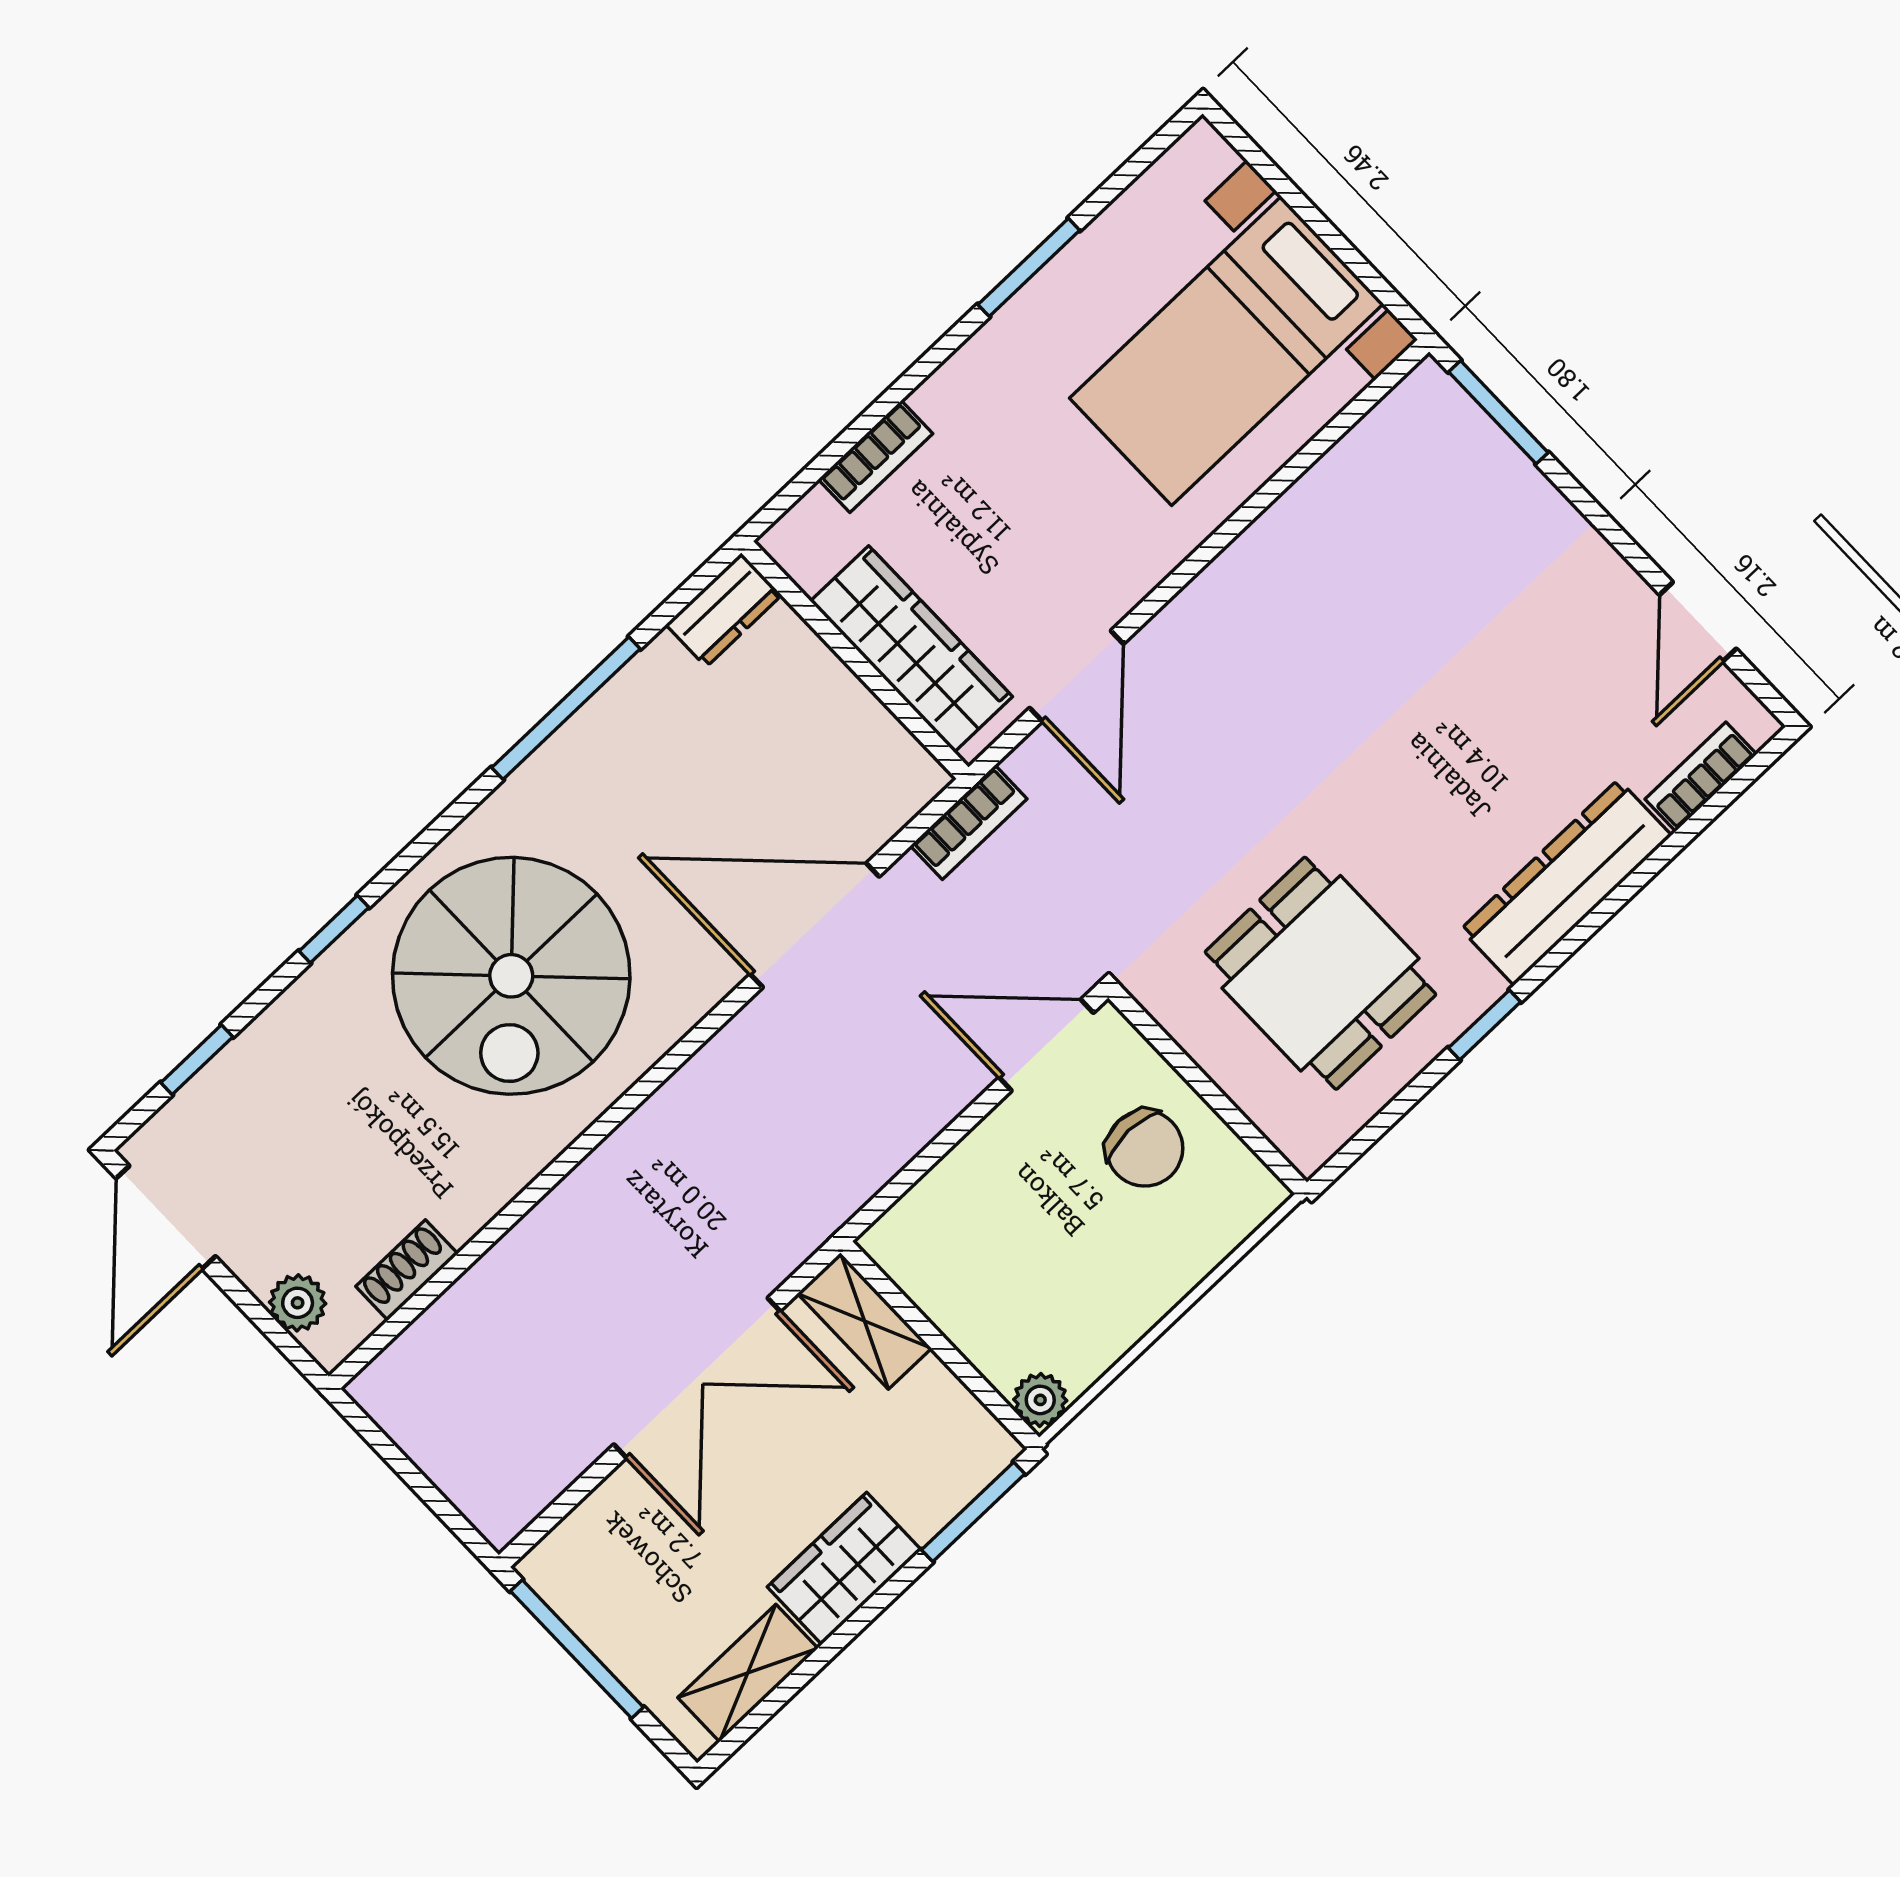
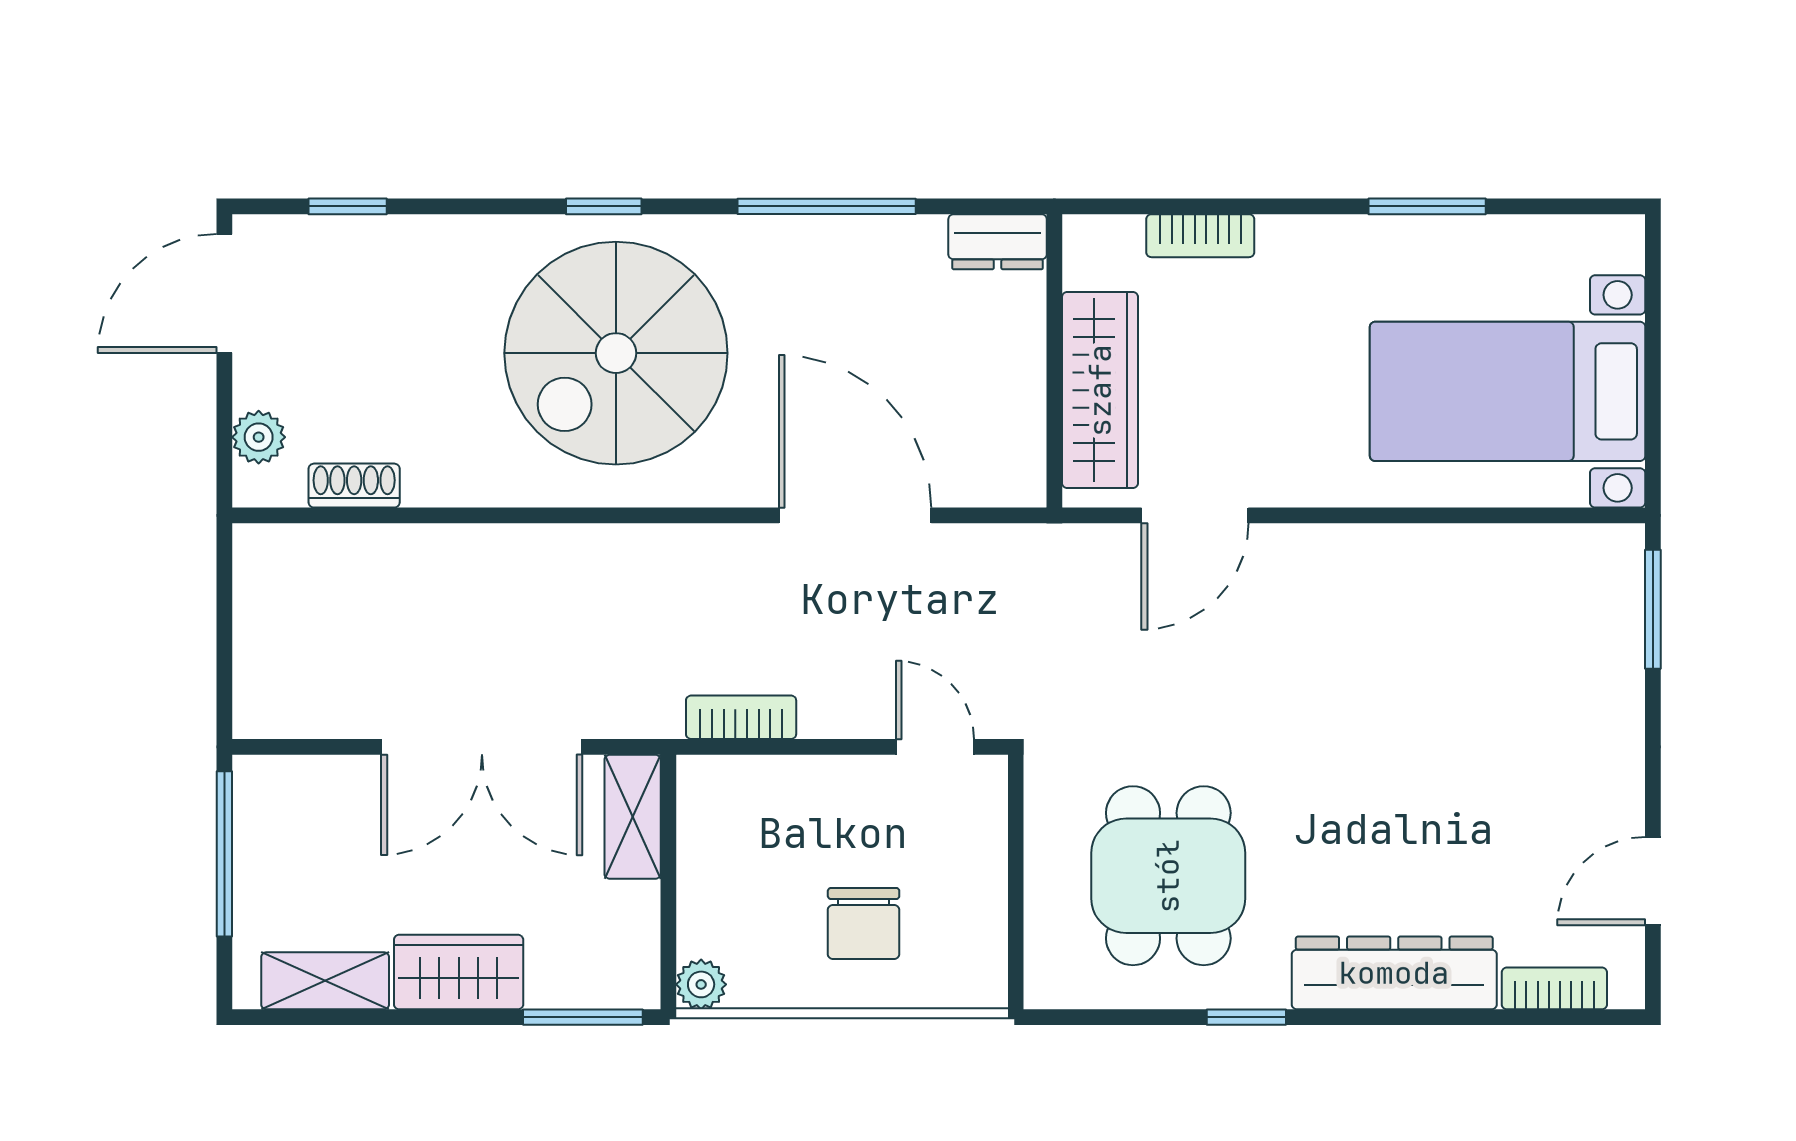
bookcase: (969, 822) -> (741, 717), moved, turned 180
window: (334, 929) -> (604, 206), moved
door: (1046, 1045) -> (935, 747), width x0.73
chair: (1145, 1148) -> (864, 923), moved

